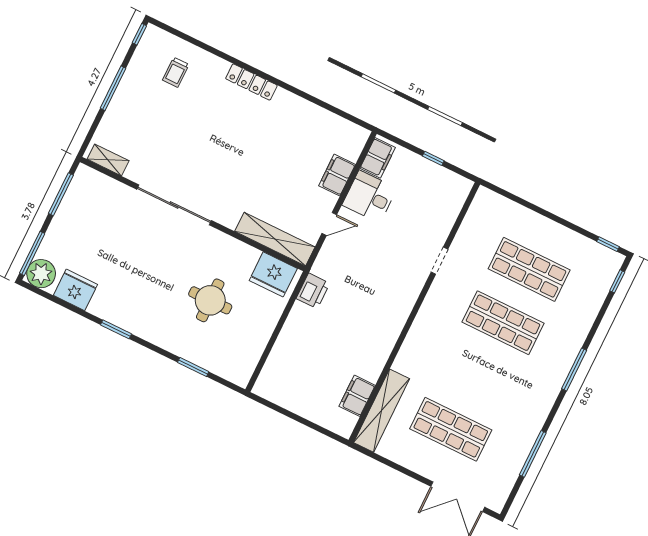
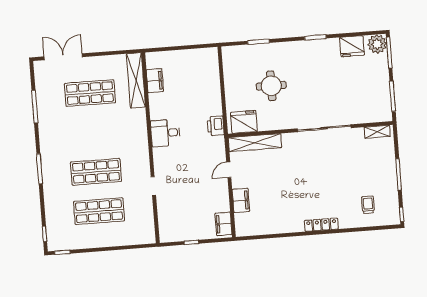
desk: (370, 197) -> (165, 133), moved, turned 180

